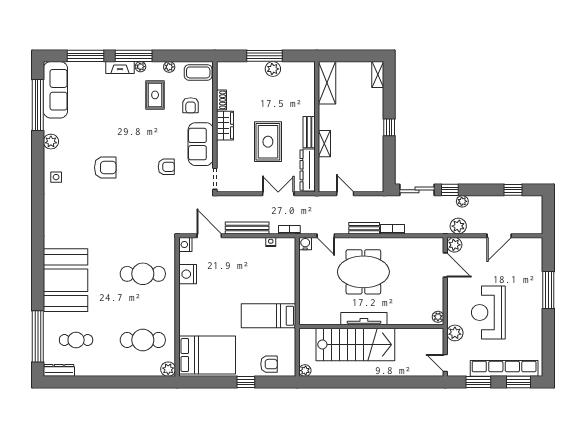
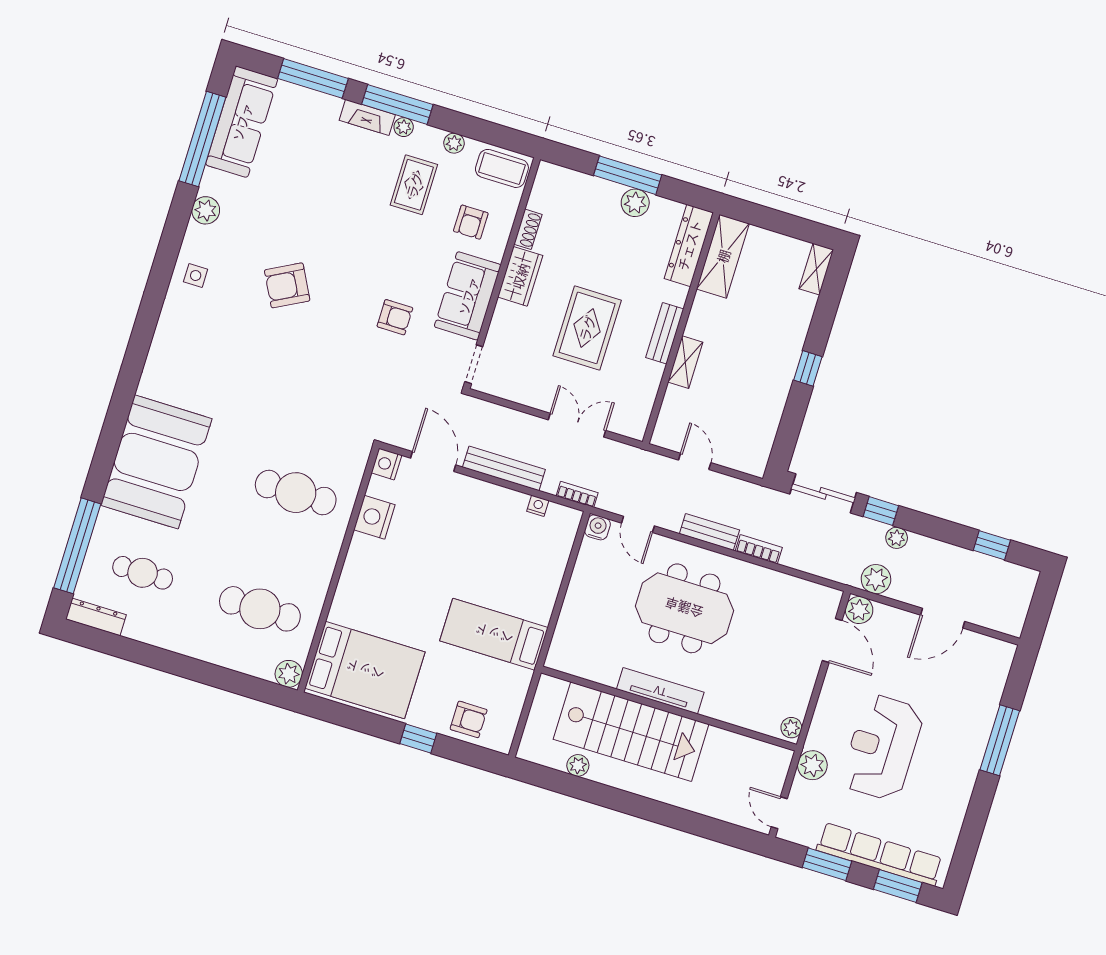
armchair: (105, 168) -> (287, 285), turned 152
dresser: (308, 170) -> (689, 245), moved
plant: (305, 371) -> (578, 765), moved

